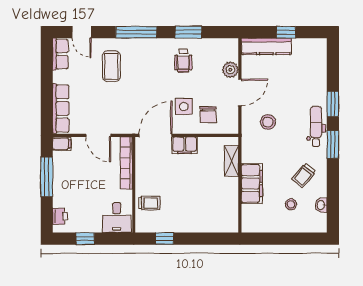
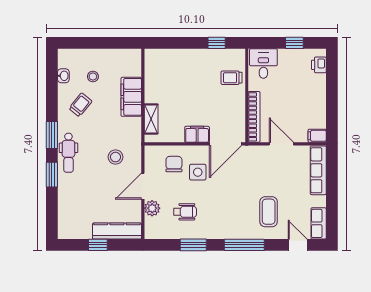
wheelchair: (183, 61) -> (185, 212), moved, turned 90
window: (47, 177) -> (332, 103), removed

